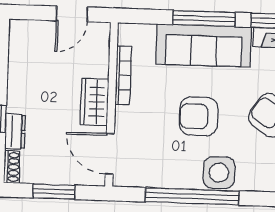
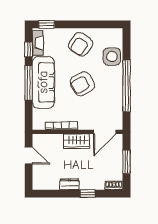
armchair: (199, 116) -> (82, 84), turned 60
dresser: (15, 131) -> (69, 184), moved
side table: (219, 173) -> (112, 56), moved

